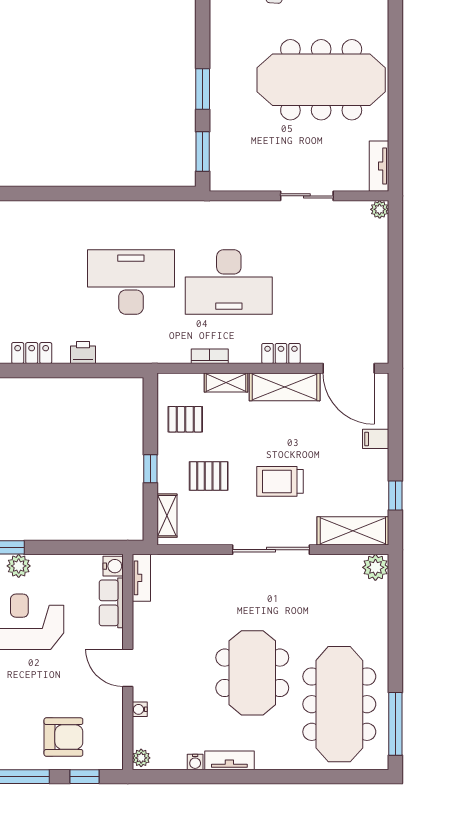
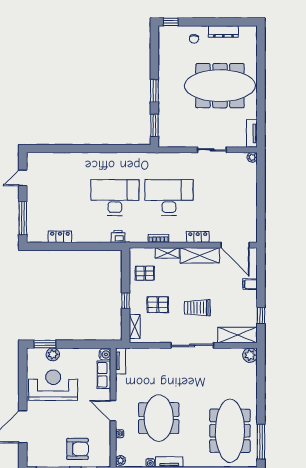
desk: (229, 282) -> (169, 197), turned 180
printer: (83, 352) -> (118, 236), moved
meeting table: (252, 673) -> (159, 418), moved

